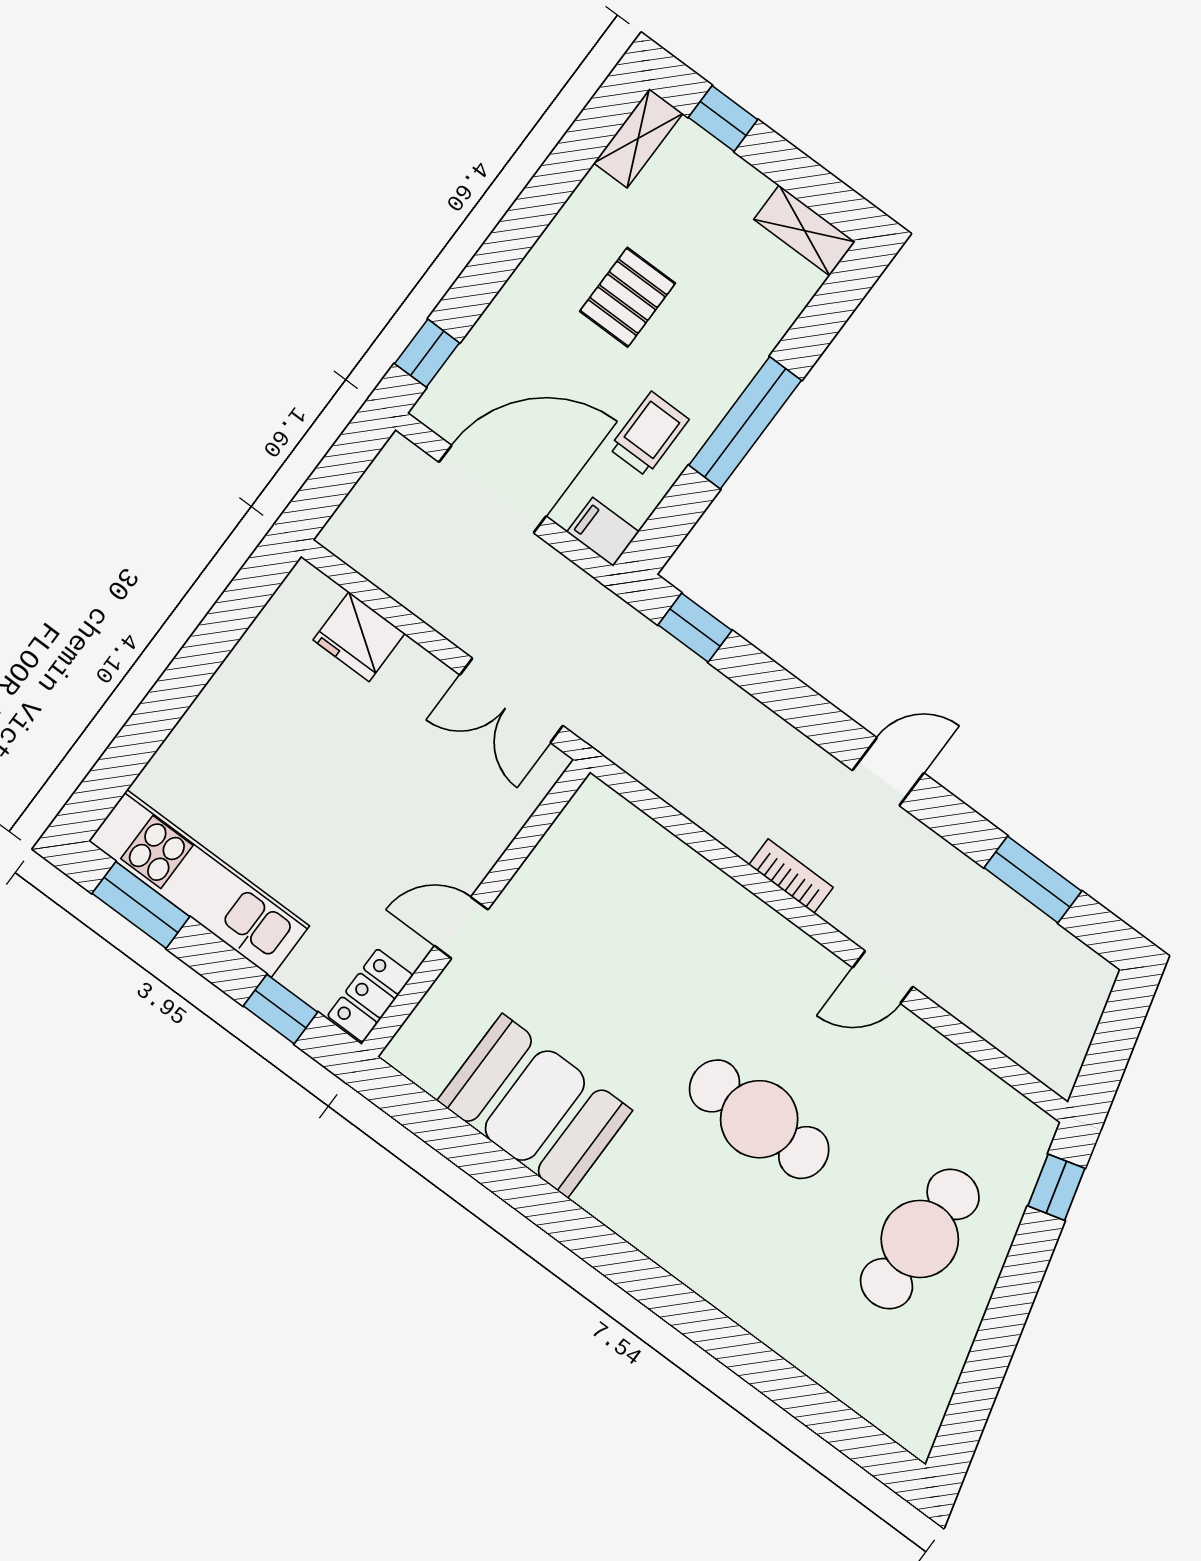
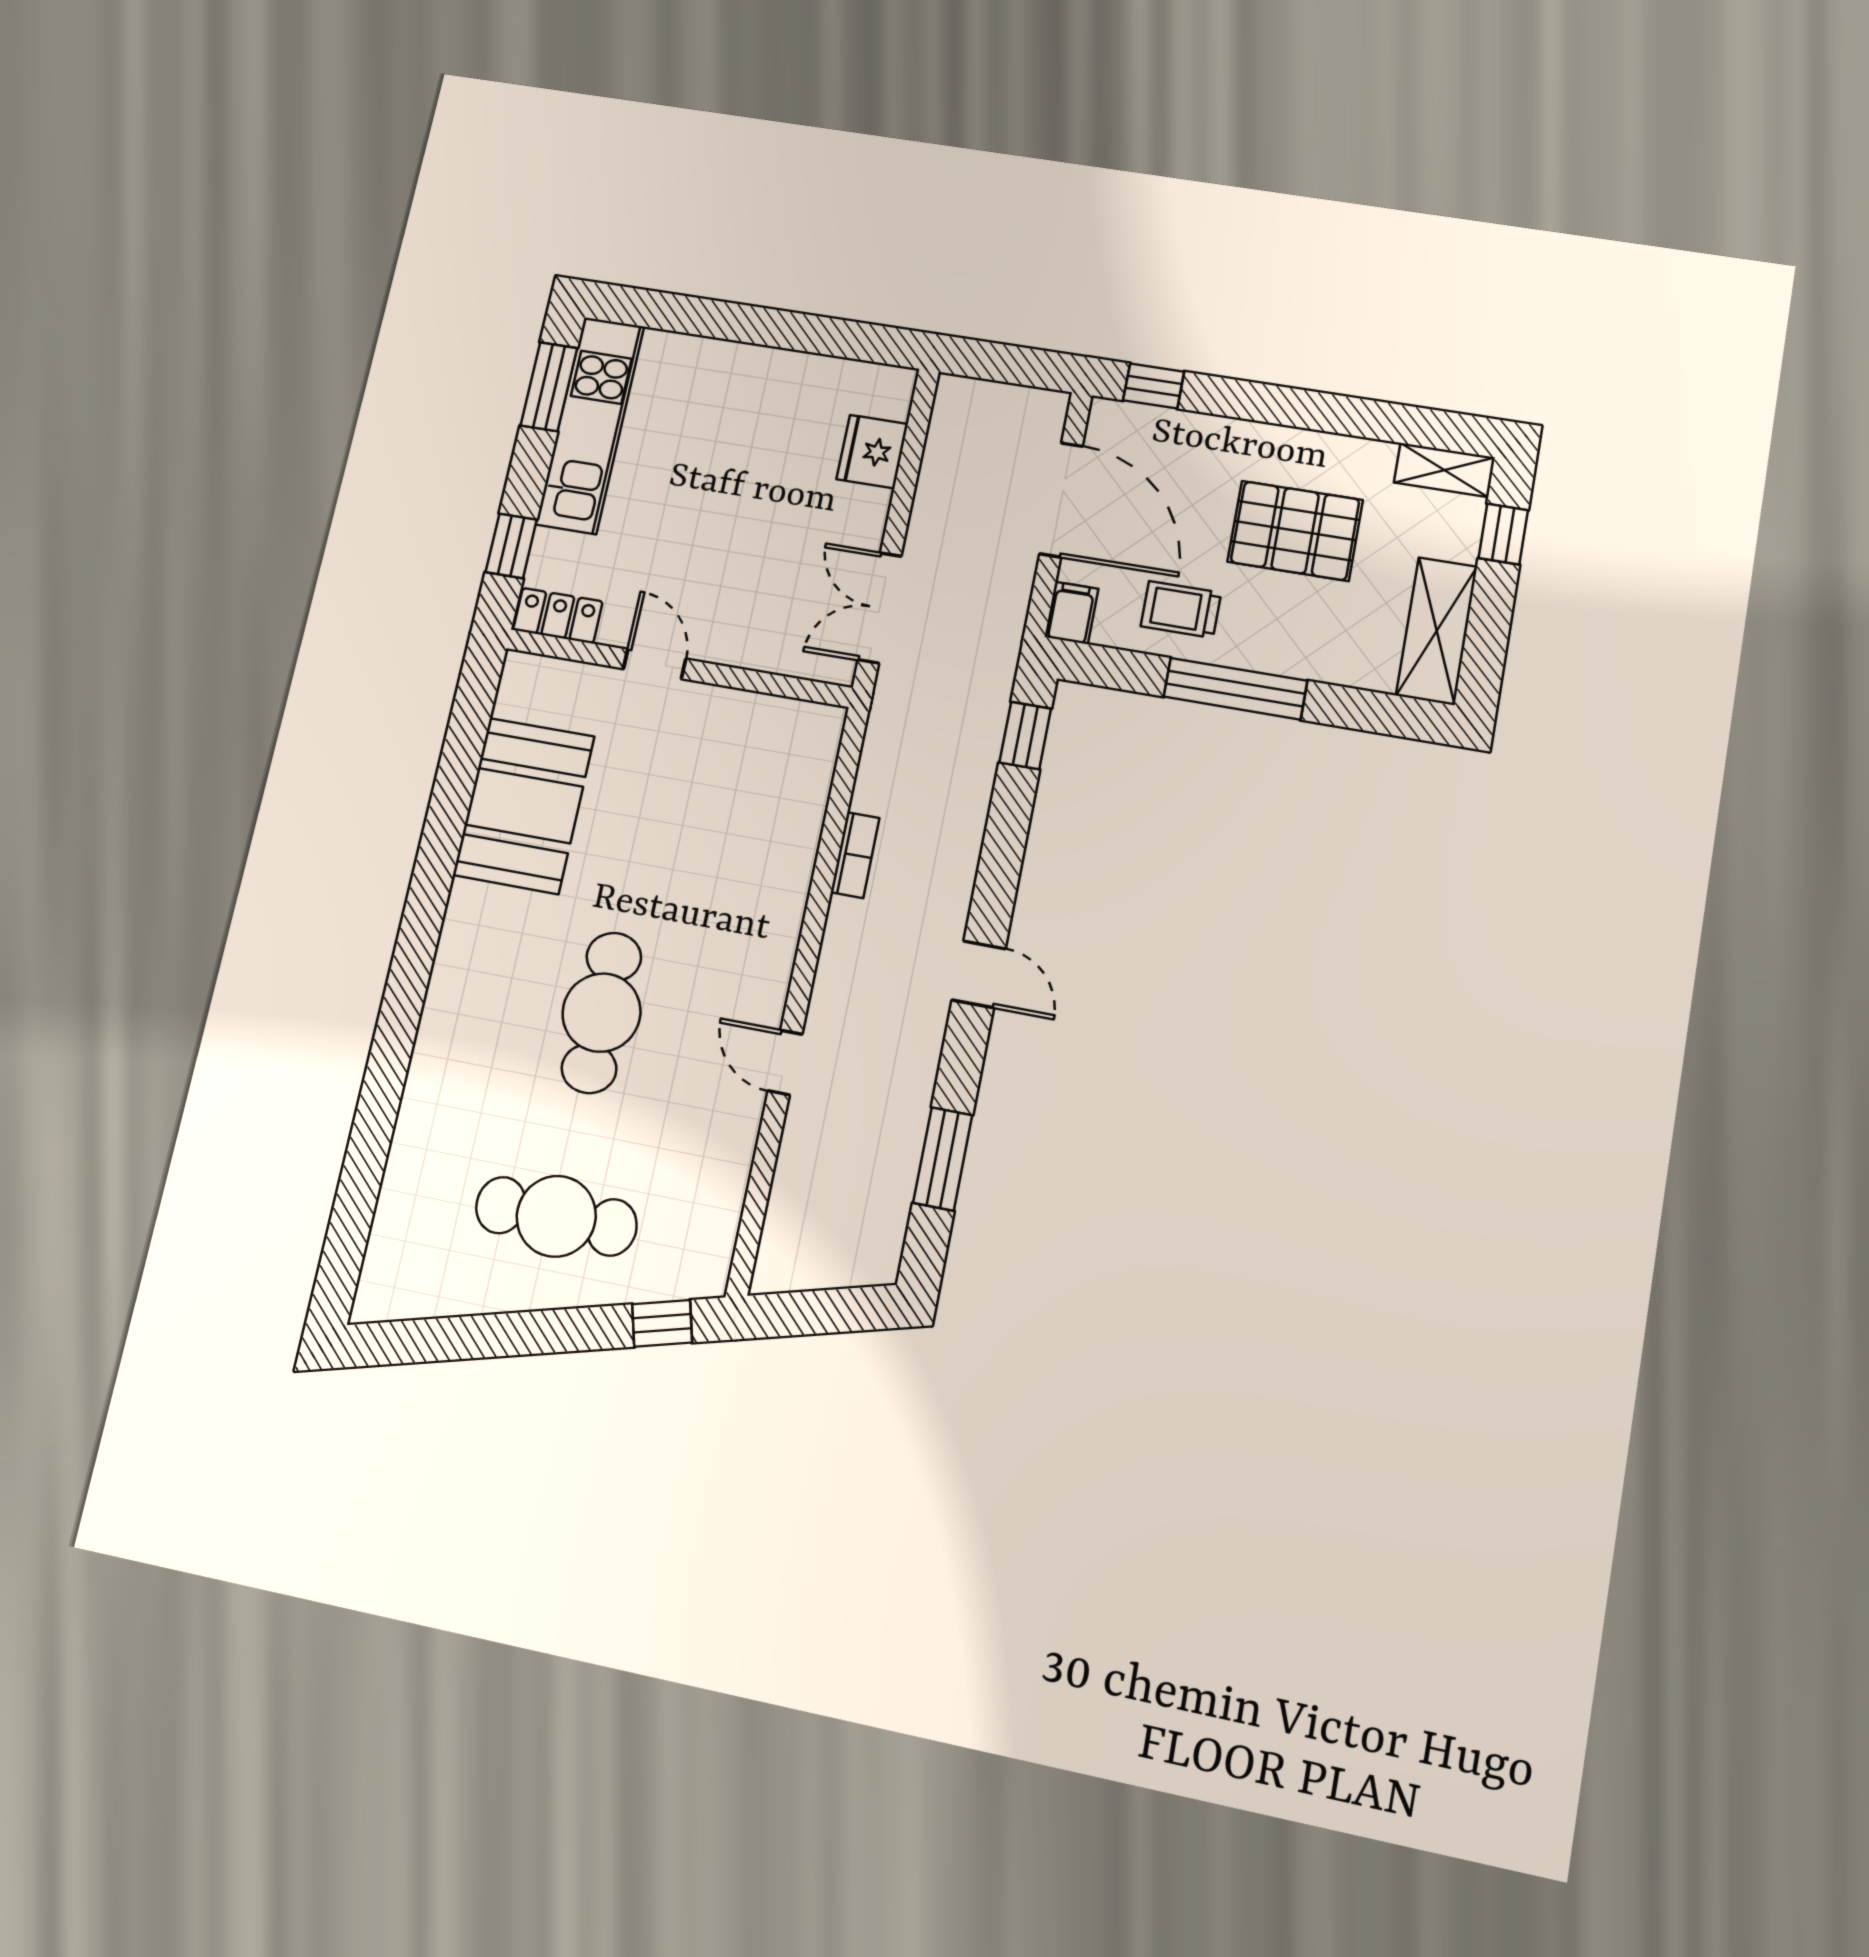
shelving: (804, 231) -> (1437, 631), width x1.50, depth x1.33
pallet: (628, 297) -> (1295, 531), width x1.50, depth x1.42
trolley: (649, 434) -> (1181, 610), turned 180
bookcase: (791, 876) -> (855, 855), moved

